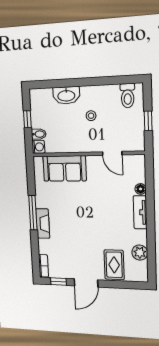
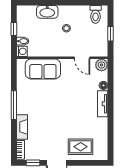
fireplace: (43, 224) -> (22, 127), moved
plant: (140, 253) -> (102, 65), moved
rug: (114, 265) -> (81, 147), turned 90

